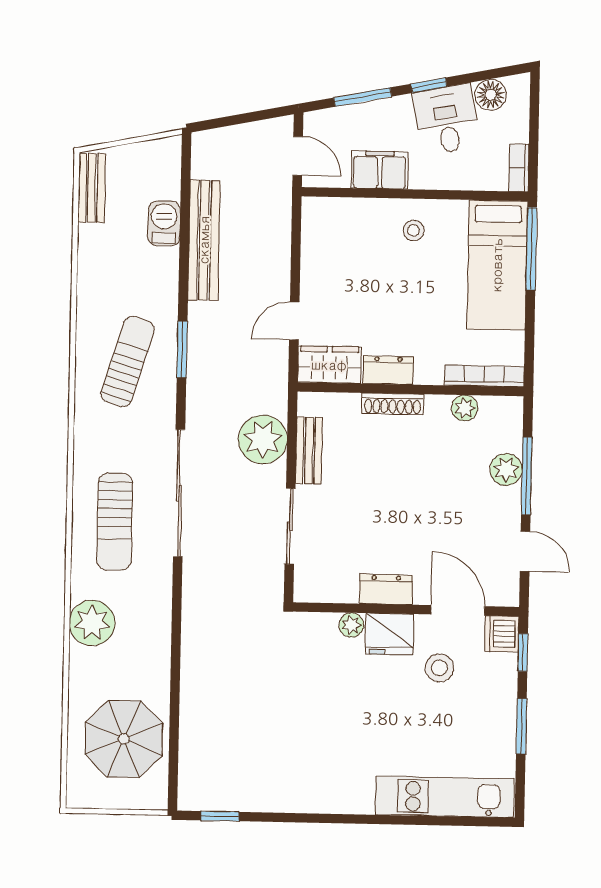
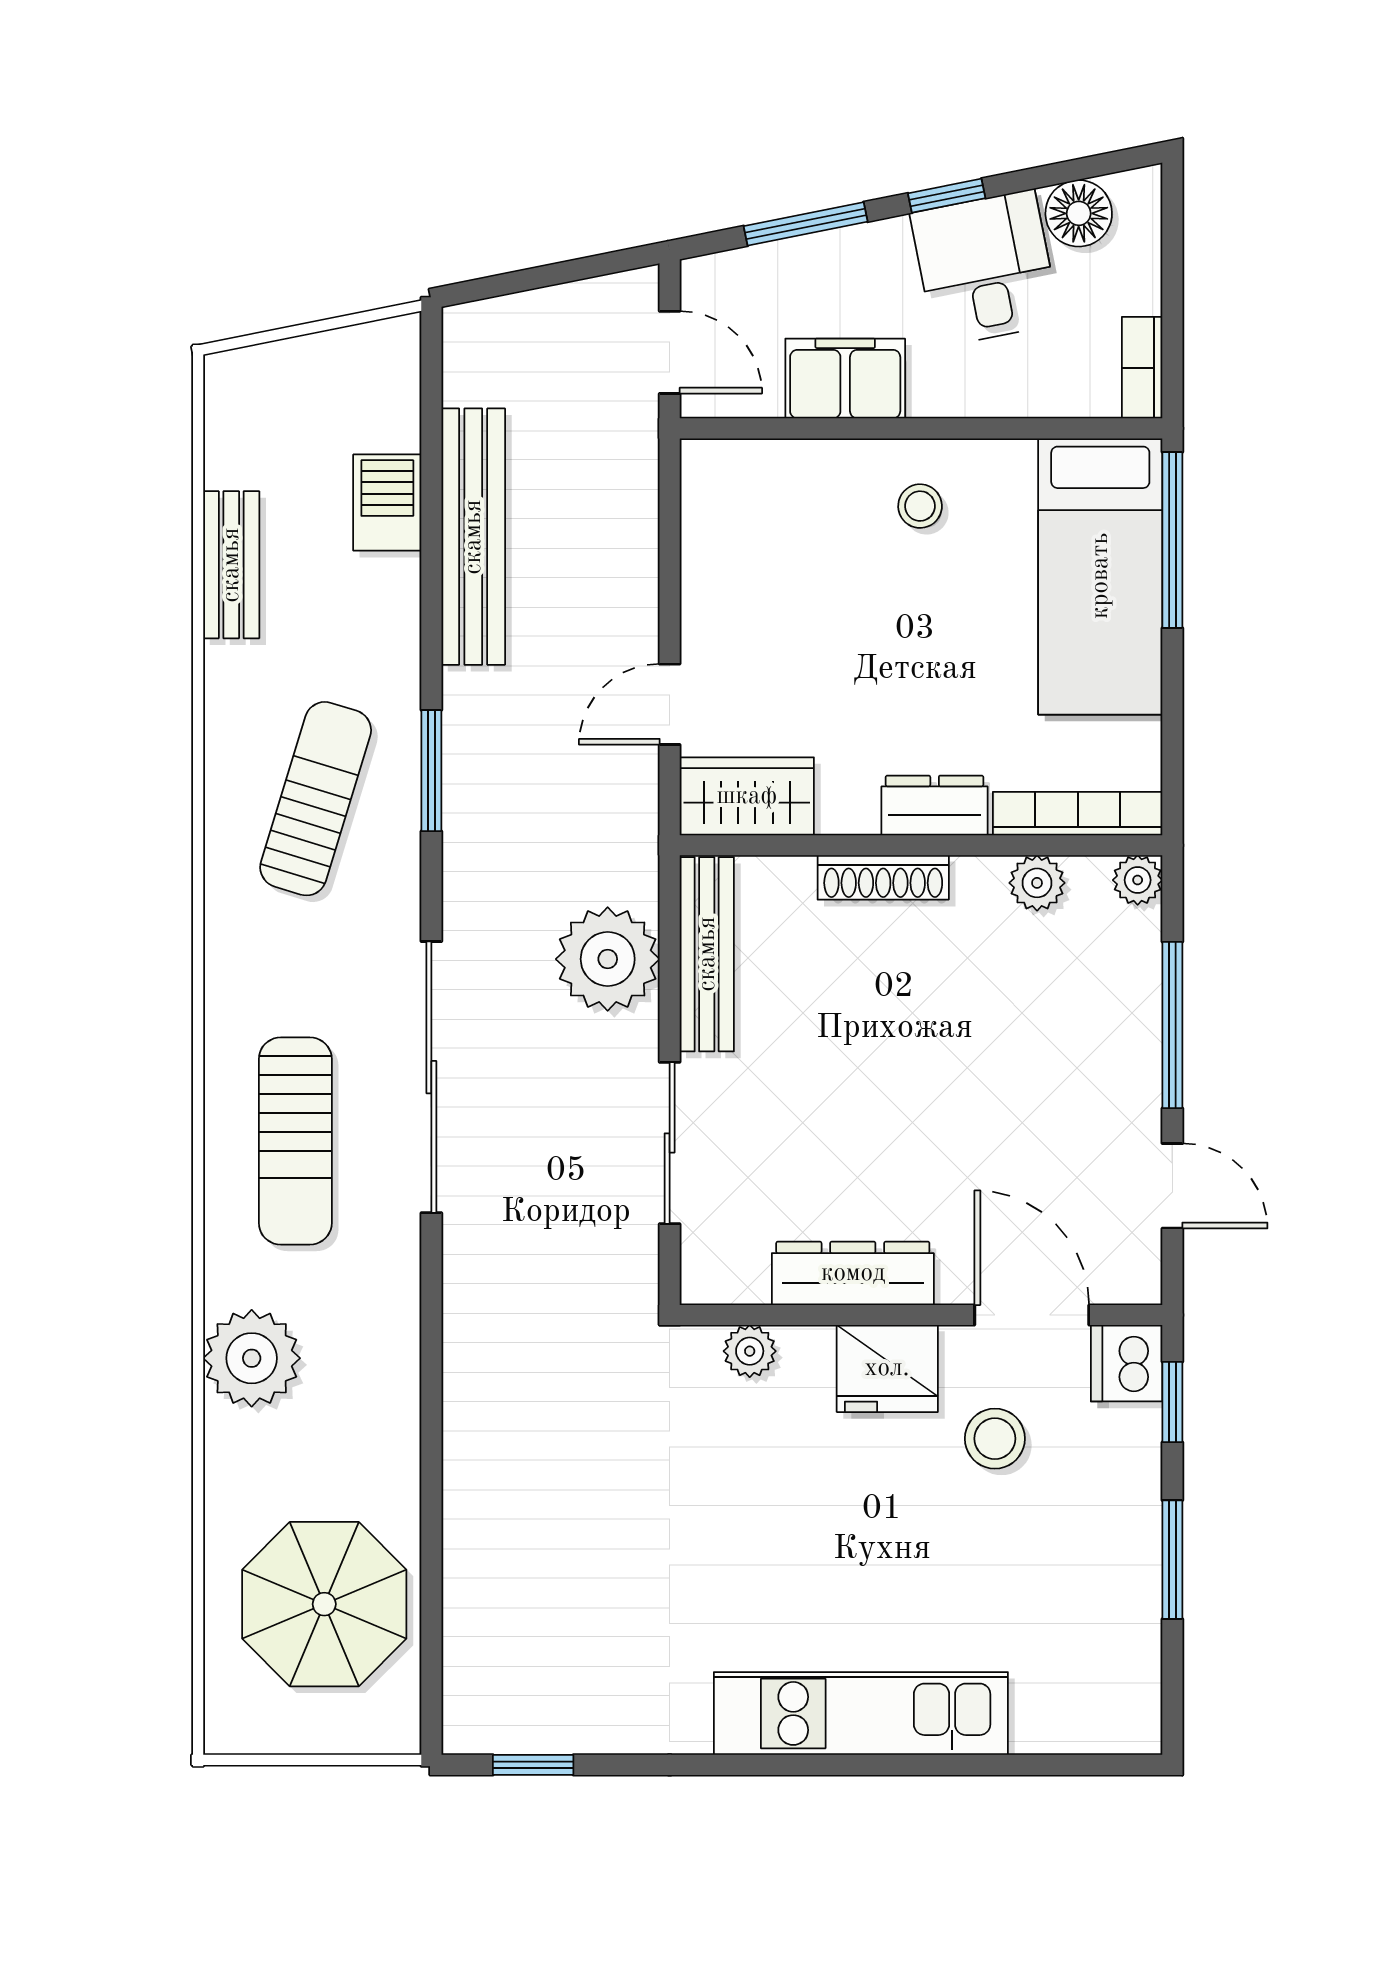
bench: (92, 188) -> (231, 565), moved
dresser: (388, 370) -> (935, 805), moved
bench: (309, 450) -> (707, 954), width x1.36
plant: (506, 470) -> (1138, 880), moved, width x0.73, depth x0.73
dresser: (386, 589) -> (853, 1273), width x1.44
plant: (351, 625) -> (750, 1351), moved
kitchen unit: (445, 797) -> (861, 1713), moved

